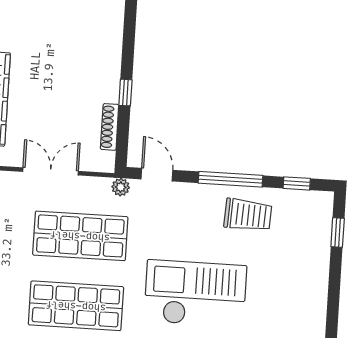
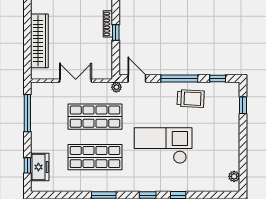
shoe rack: (110, 127) -> (108, 24), moved

